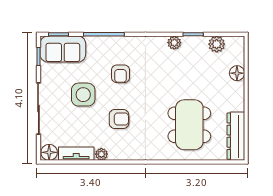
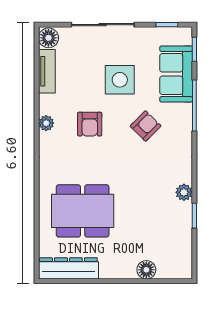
plant: (217, 44) -> (182, 245), removed
sofa: (63, 49) -> (176, 74), moved
armchair: (121, 74) -> (146, 126), turned 135
plant: (101, 154) -> (46, 123), moved

